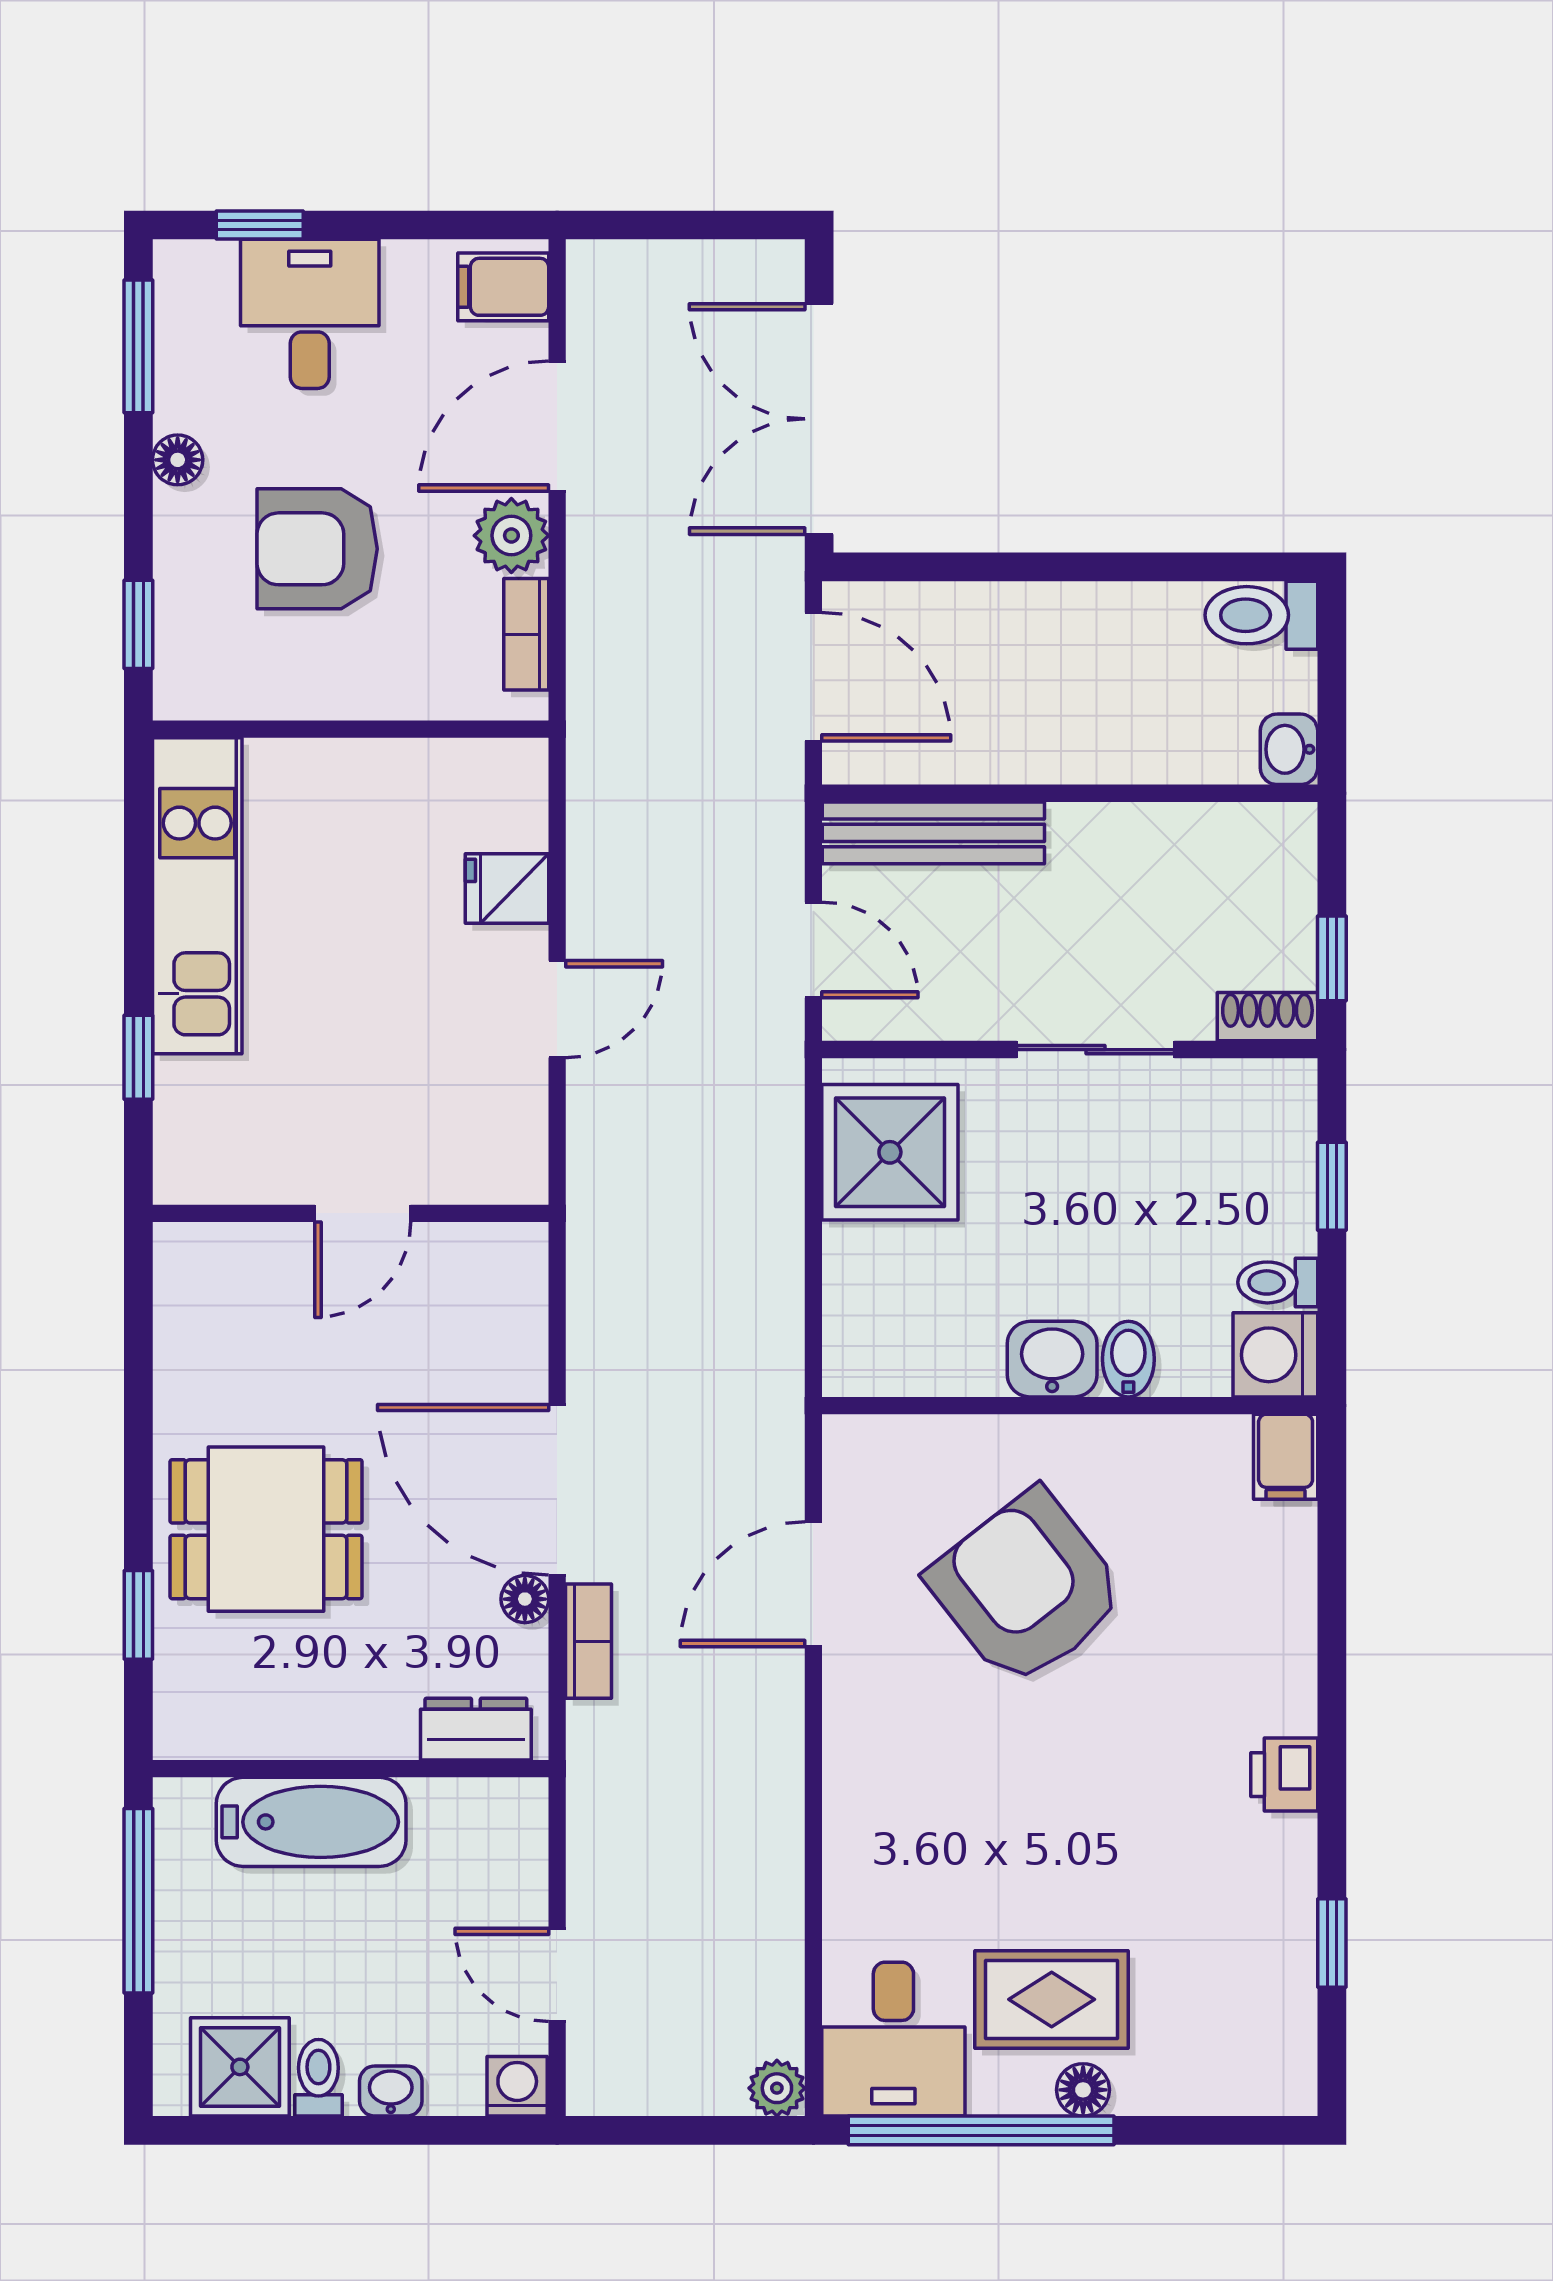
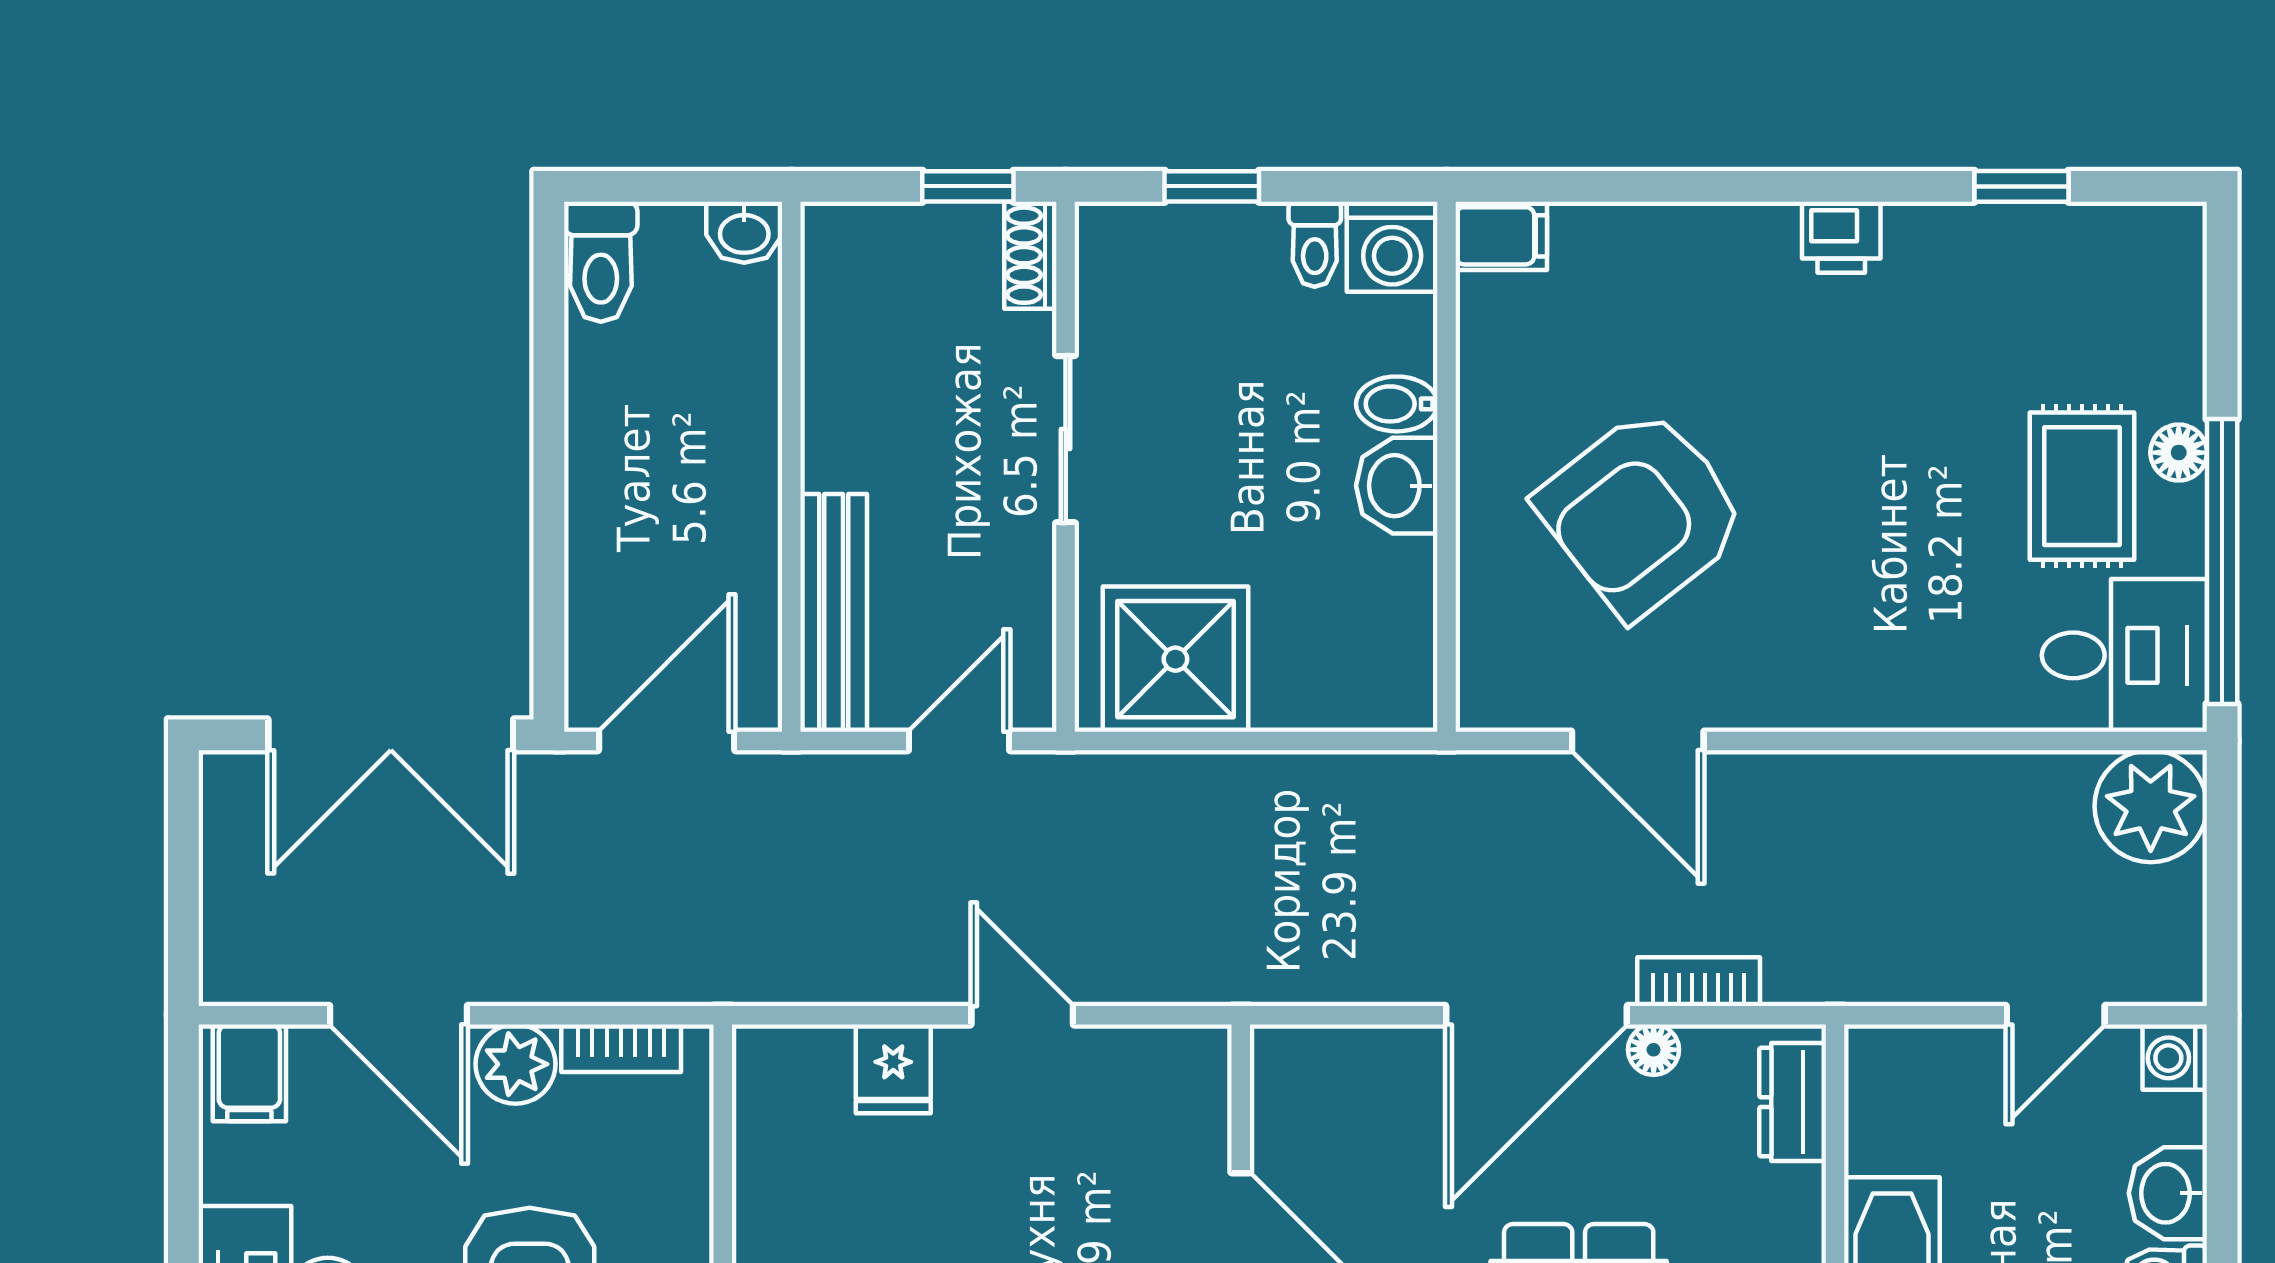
plant: (777, 2088) -> (2151, 806), width x1.88, depth x1.88
washbasin: (391, 2091) -> (2168, 1193), width x1.38, depth x1.45

